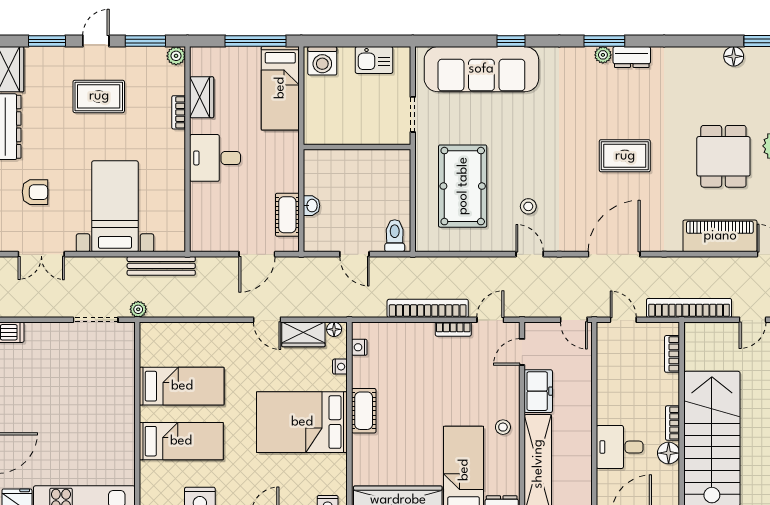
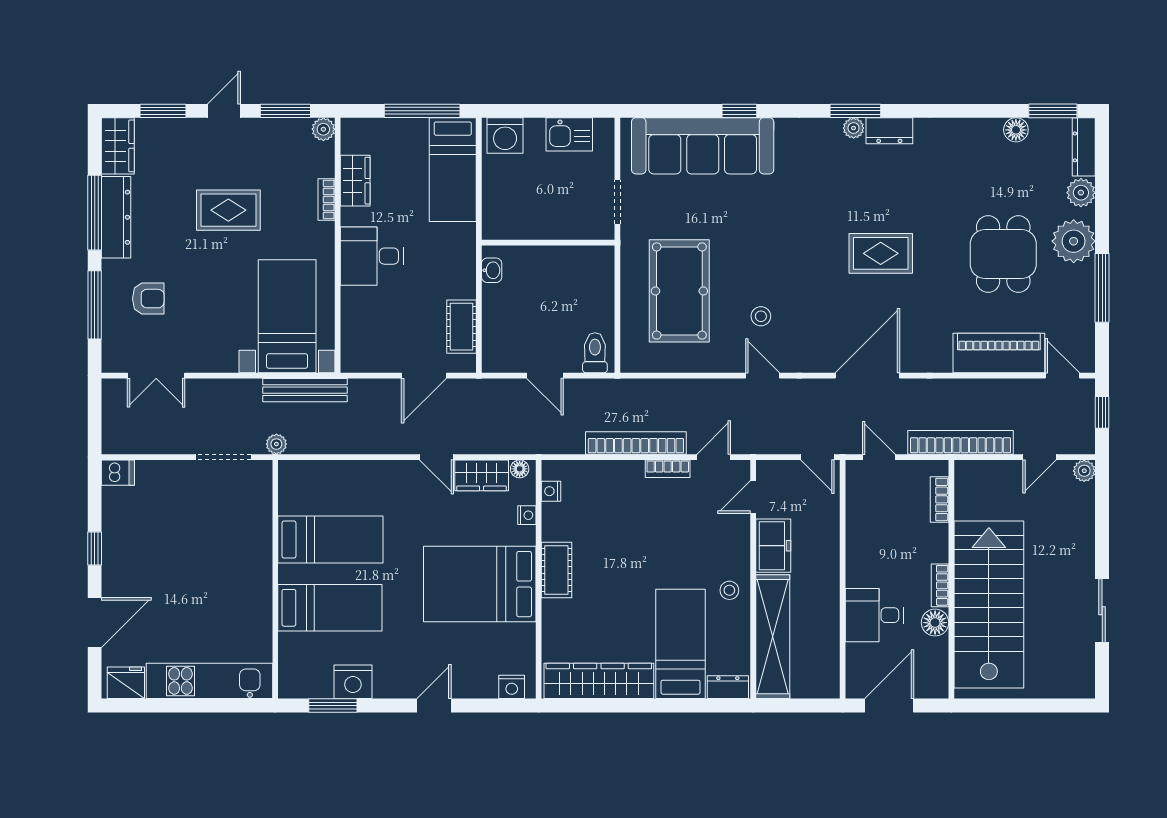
rug: (99, 96) -> (228, 210), moved
bed with nightstands: (115, 206) -> (287, 316), moved
washbasin: (312, 206) -> (492, 270), moved

